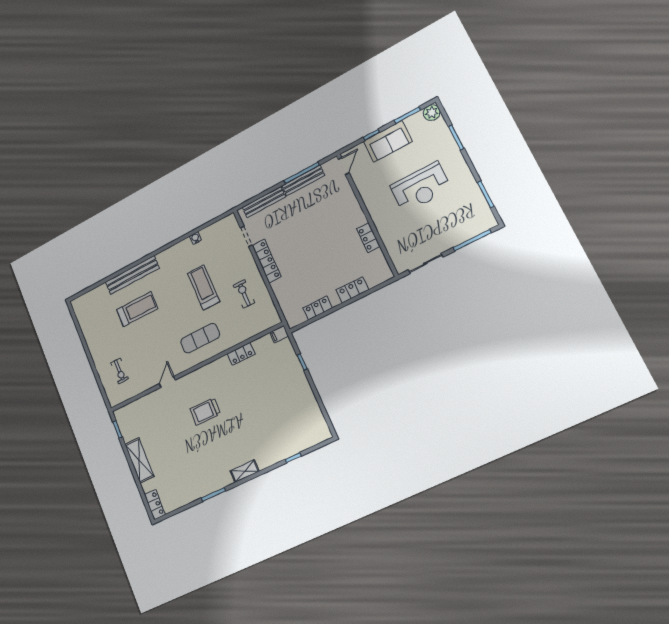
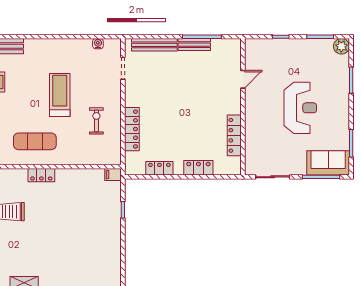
sofa: (388, 141) -> (328, 163), moved, turned 180
door: (344, 166) -> (243, 79), moved
bench: (303, 181) -> (194, 45), width x0.73
reception desk: (421, 187) -> (300, 108), turned -90
water cooler: (195, 238) -> (98, 44), moved
locker: (368, 238) -> (234, 135), width x1.53
locker: (267, 261) -> (132, 129), moved
locker: (241, 354) -> (41, 175), moved

